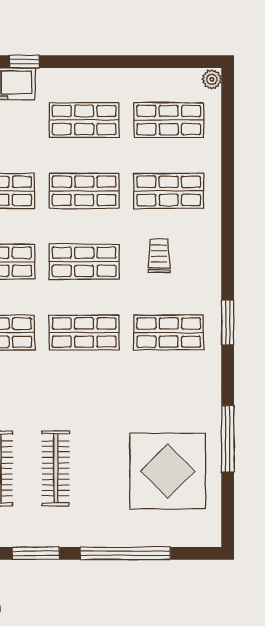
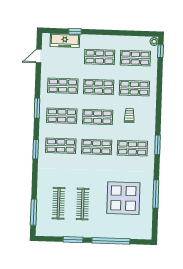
window: (228, 102) -> (161, 51), added
display table: (168, 471) -> (123, 198), moved

